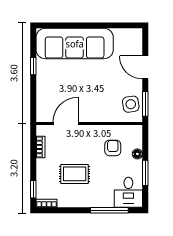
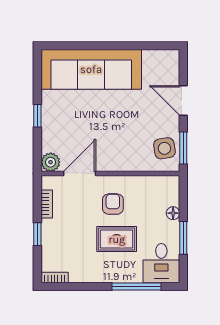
window: (33, 66) -> (37, 116), moved
plant: (43, 115) -> (51, 162), added
armchair: (113, 148) -> (113, 204), moved
rug: (75, 174) -> (117, 239), moved
window: (33, 189) -> (37, 234), moved

